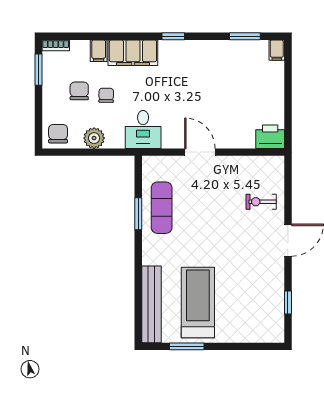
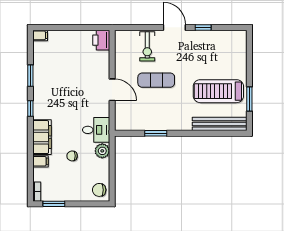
window: (245, 36) -> (30, 76), moved
chair: (79, 91) -> (69, 175), removed
plant: (94, 138) -> (102, 151), moved
door: (200, 152) -> (112, 90), swing flipped
exercise bike: (261, 202) -> (147, 46), width x1.38, depth x1.39
exercise mat: (162, 208) -> (156, 80), moved
window: (288, 303) -> (203, 27), moved

